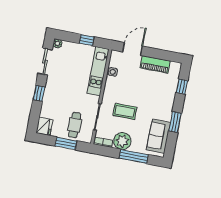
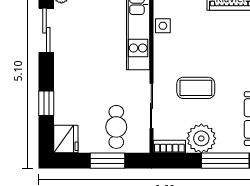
window: (39, 93) -> (46, 103), moved

